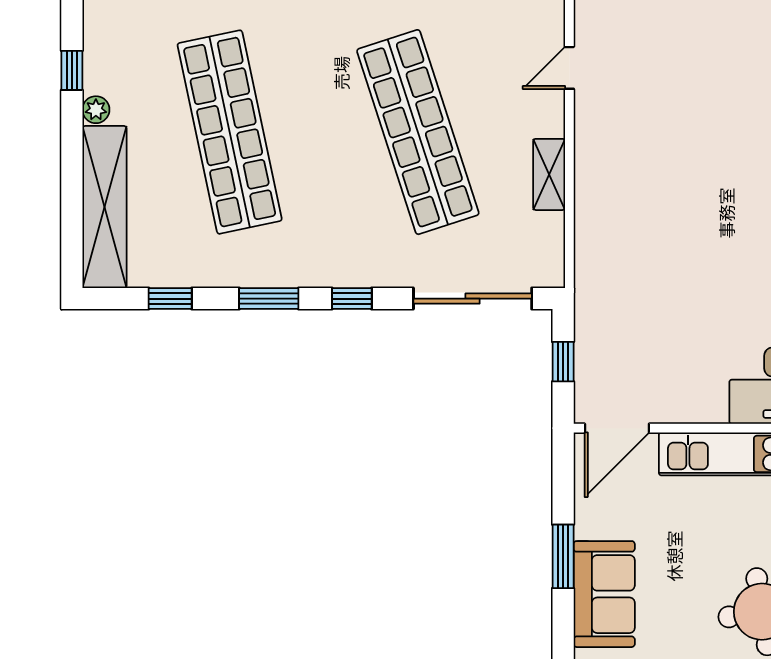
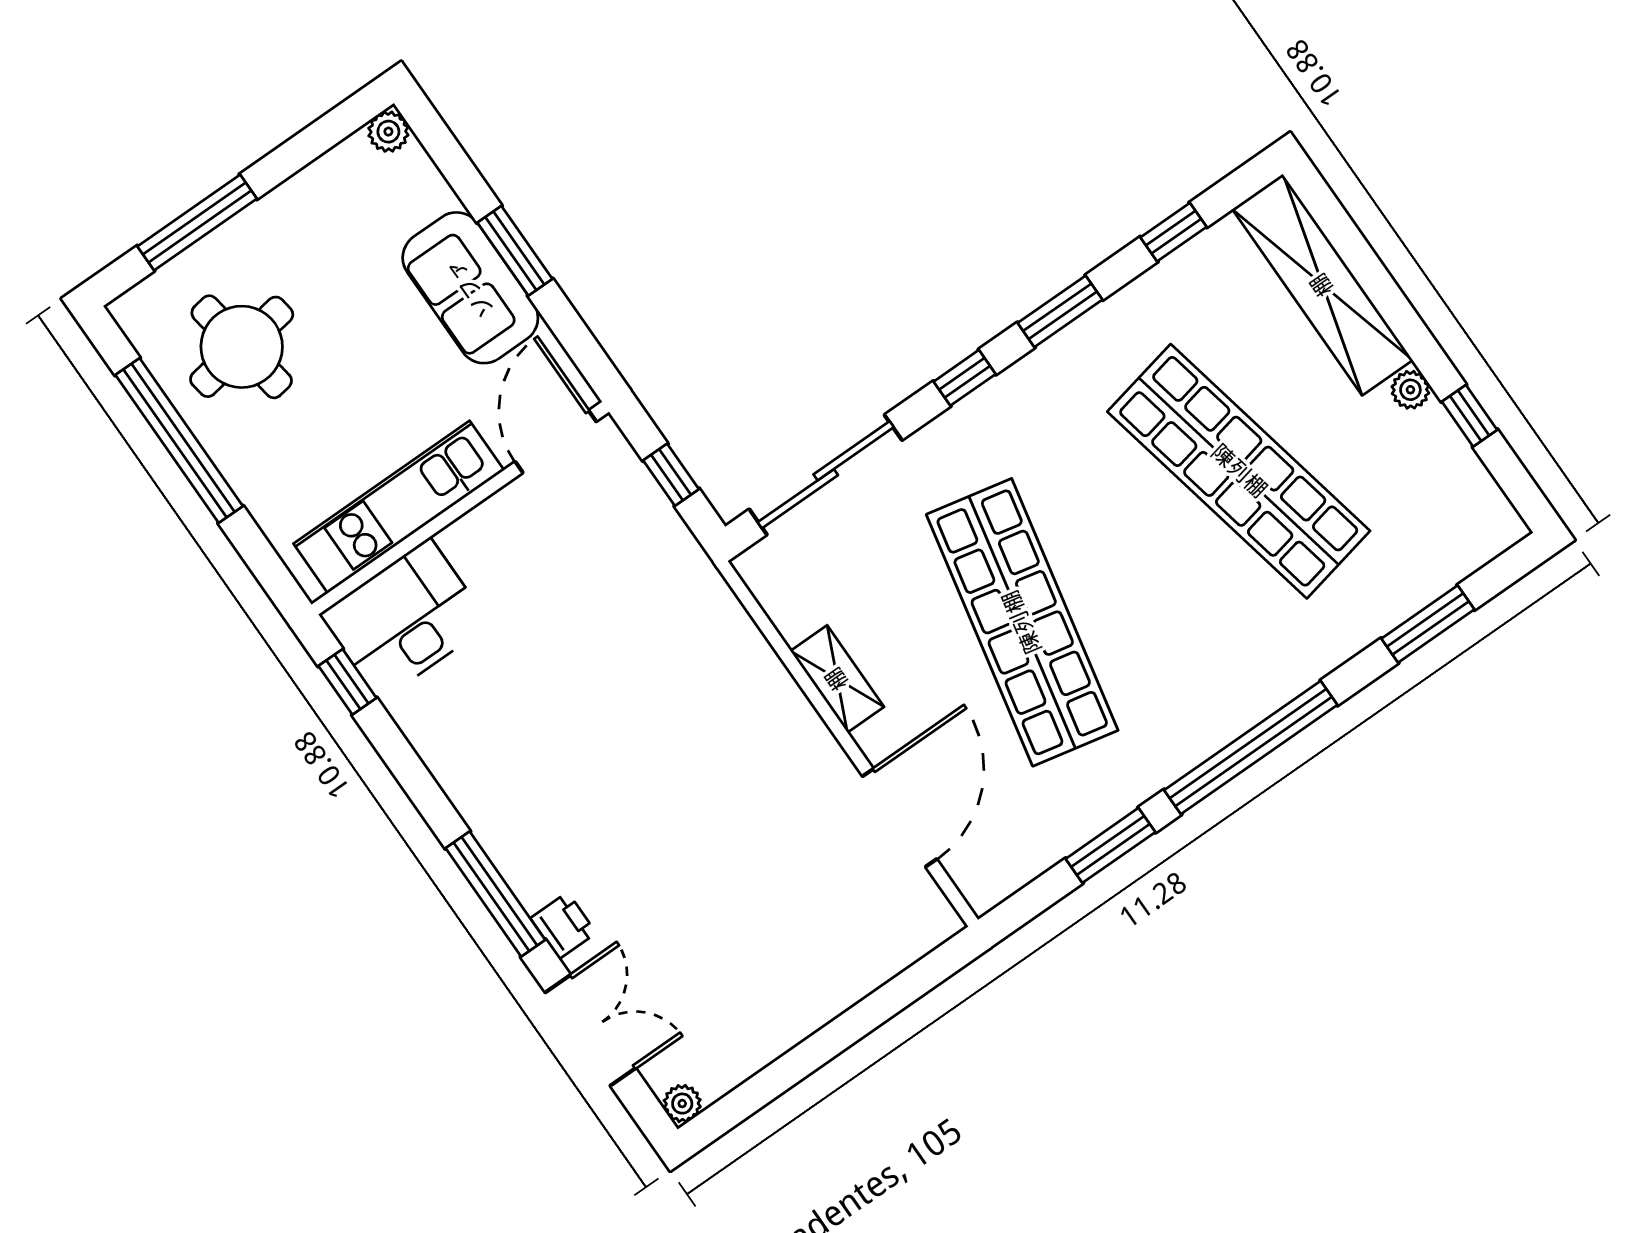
door: (569, 68) -> (900, 818), width x1.88
shop shelf: (418, 132) -> (1022, 622), turned 30
sofa: (604, 594) -> (470, 288), moved

